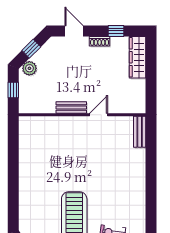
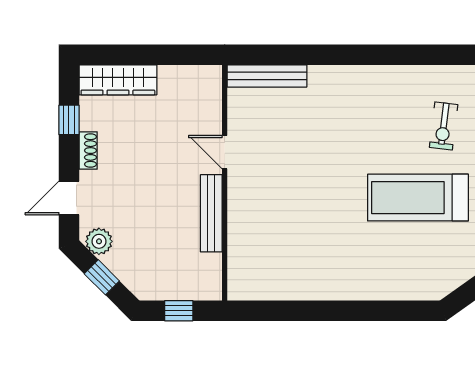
plant: (29, 68) -> (99, 241), moved
bench: (71, 107) -> (211, 213), width x1.36
bench: (140, 132) -> (267, 76), width x1.36

